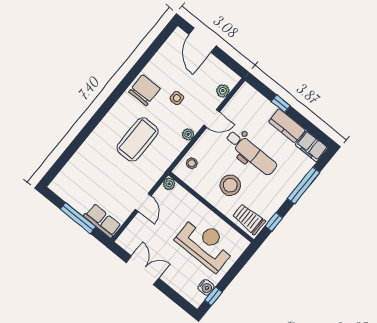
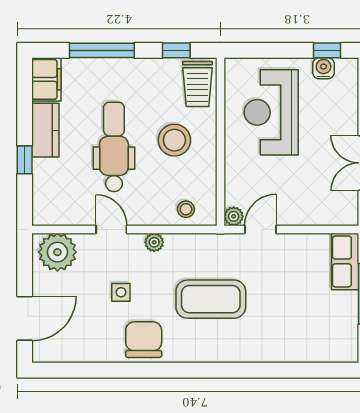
chair: (144, 90) -> (144, 340), turned 90
plant: (223, 91) -> (57, 252), width x1.88, depth x1.88
door: (143, 202) -> (260, 229), moved

